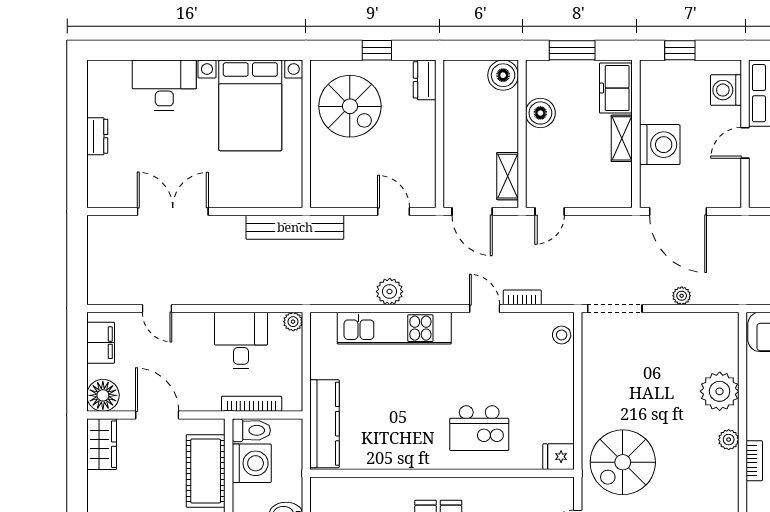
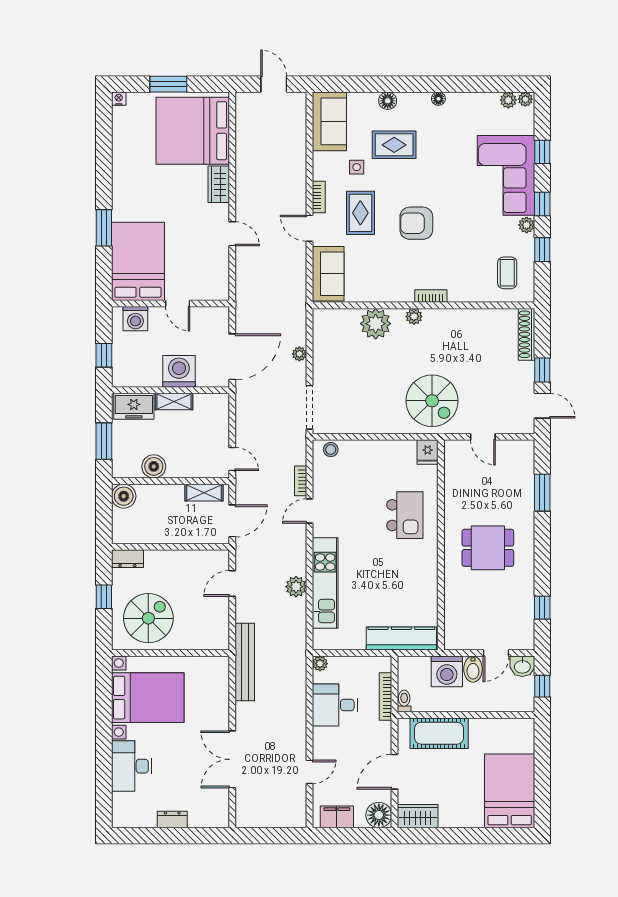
toilet: (251, 430) -> (404, 701), width x0.73, depth x0.72
washing machine: (252, 463) -> (447, 671), moved, turned 180

